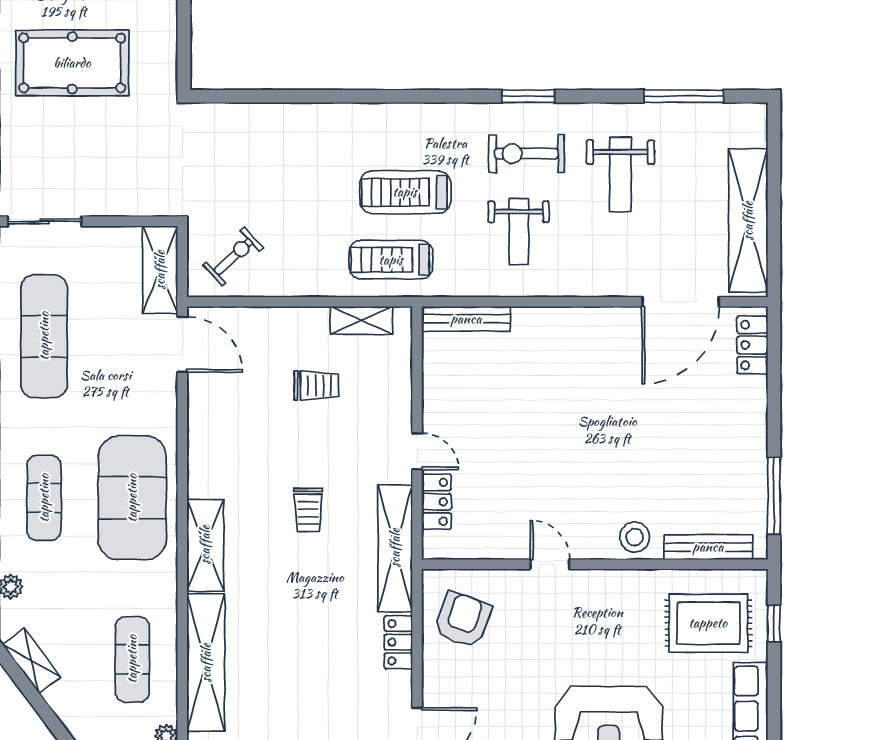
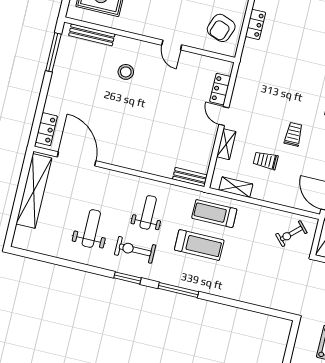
window: (684, 96) -> (178, 290), moved
exercise bike: (526, 154) -> (135, 250), turned 180
treadmill: (391, 260) -> (214, 214), turned 180
door: (681, 302) -> (77, 159), hinge flipped
bench: (466, 319) -> (190, 177), width x0.73
trolley: (308, 510) -> (294, 134), moved
stool: (635, 537) -> (126, 72), moved
shelving: (395, 548) -> (226, 144), moved, width x0.45, depth x0.75

